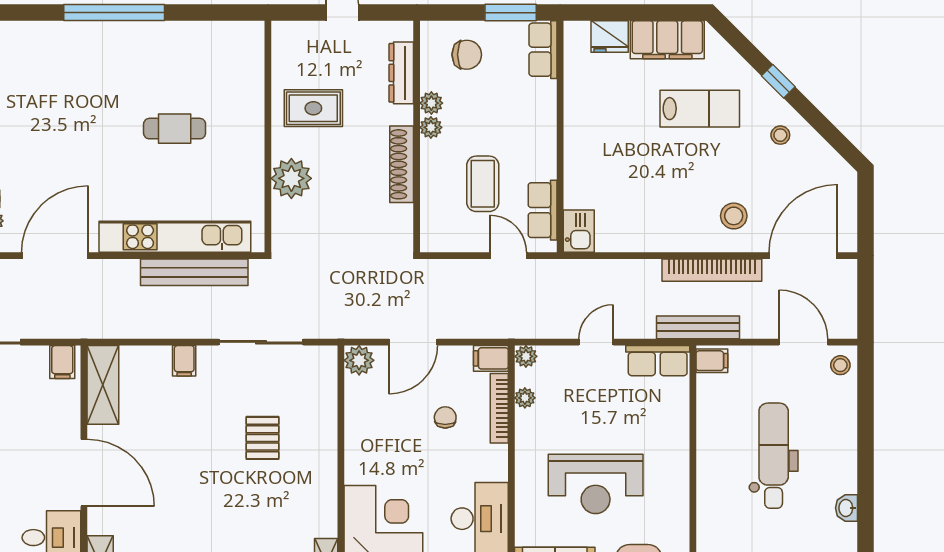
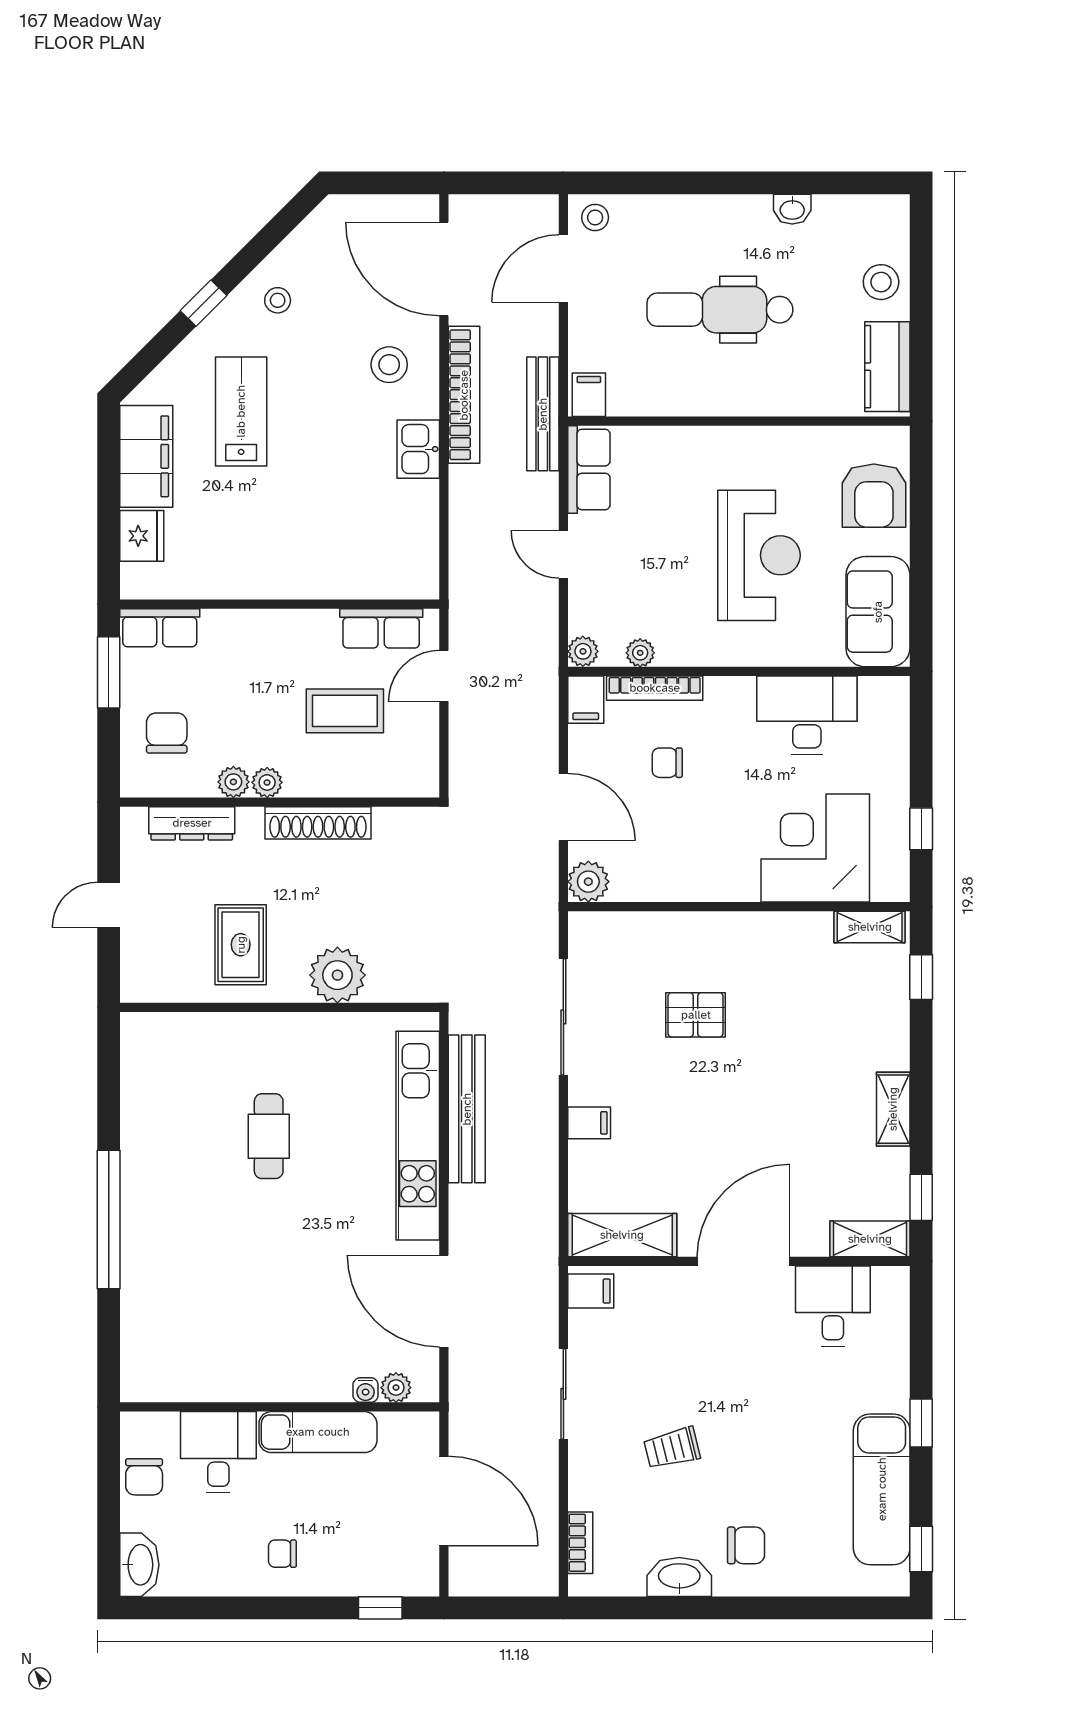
kitchen sink: (579, 231) -> (418, 449), moved, turned -90

